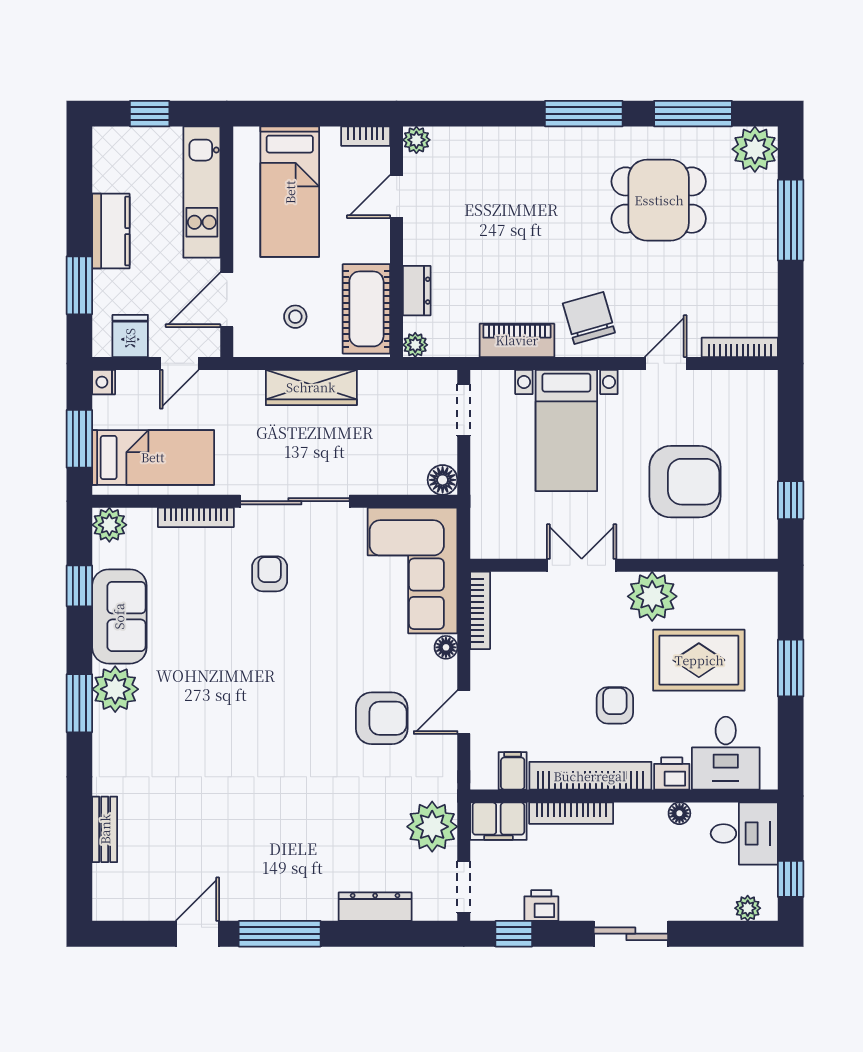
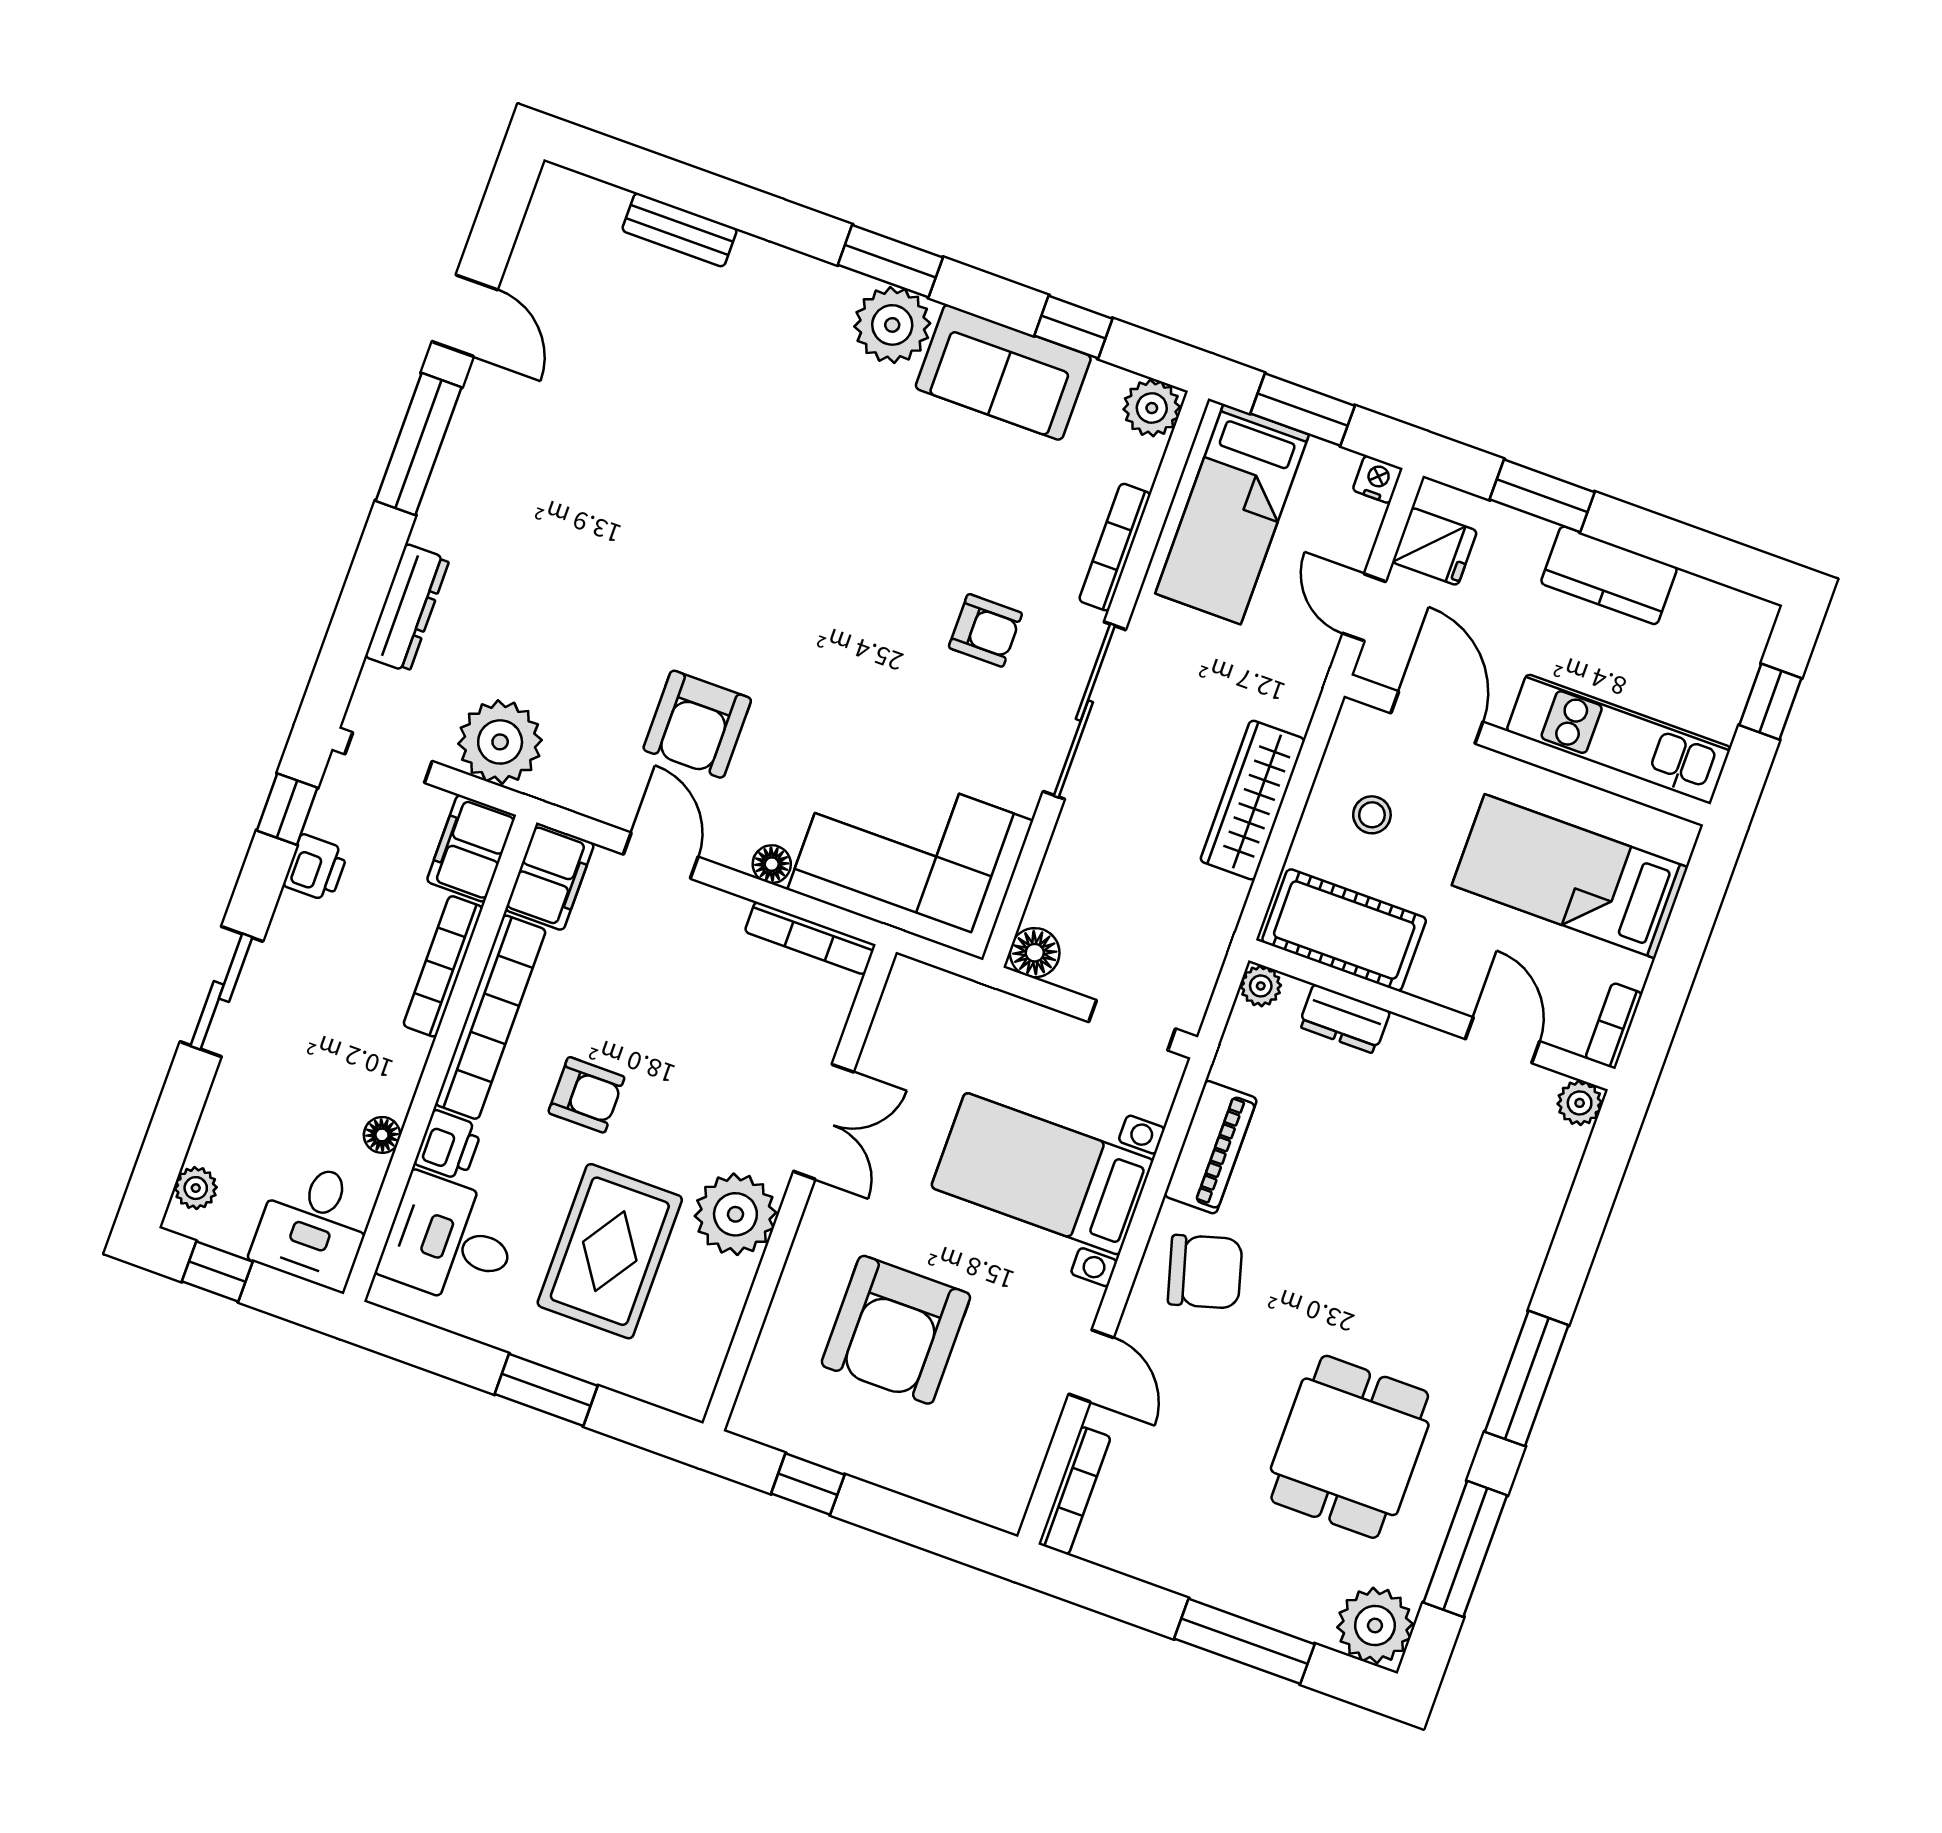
filing cabinet: (513, 771) -> (550, 877), width x2.00

